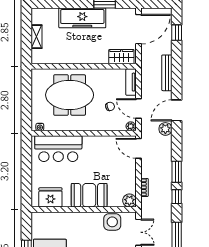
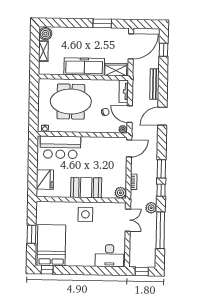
boiler: (38, 16) -> (45, 34), added
freezer: (82, 18) -> (84, 67), moved, turned 180
plant: (165, 129) -> (151, 208), moved
door: (138, 148) -> (129, 148), swing flipped
fridge: (50, 197) -> (45, 180), moved, turned 90
side table: (112, 222) -> (85, 214), moved

